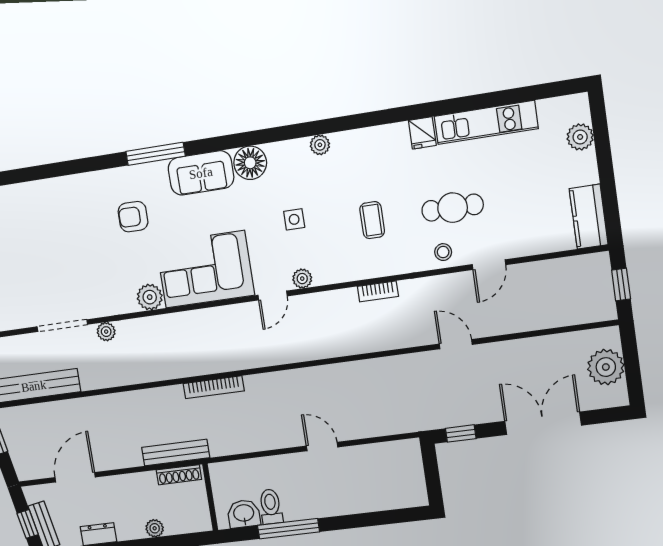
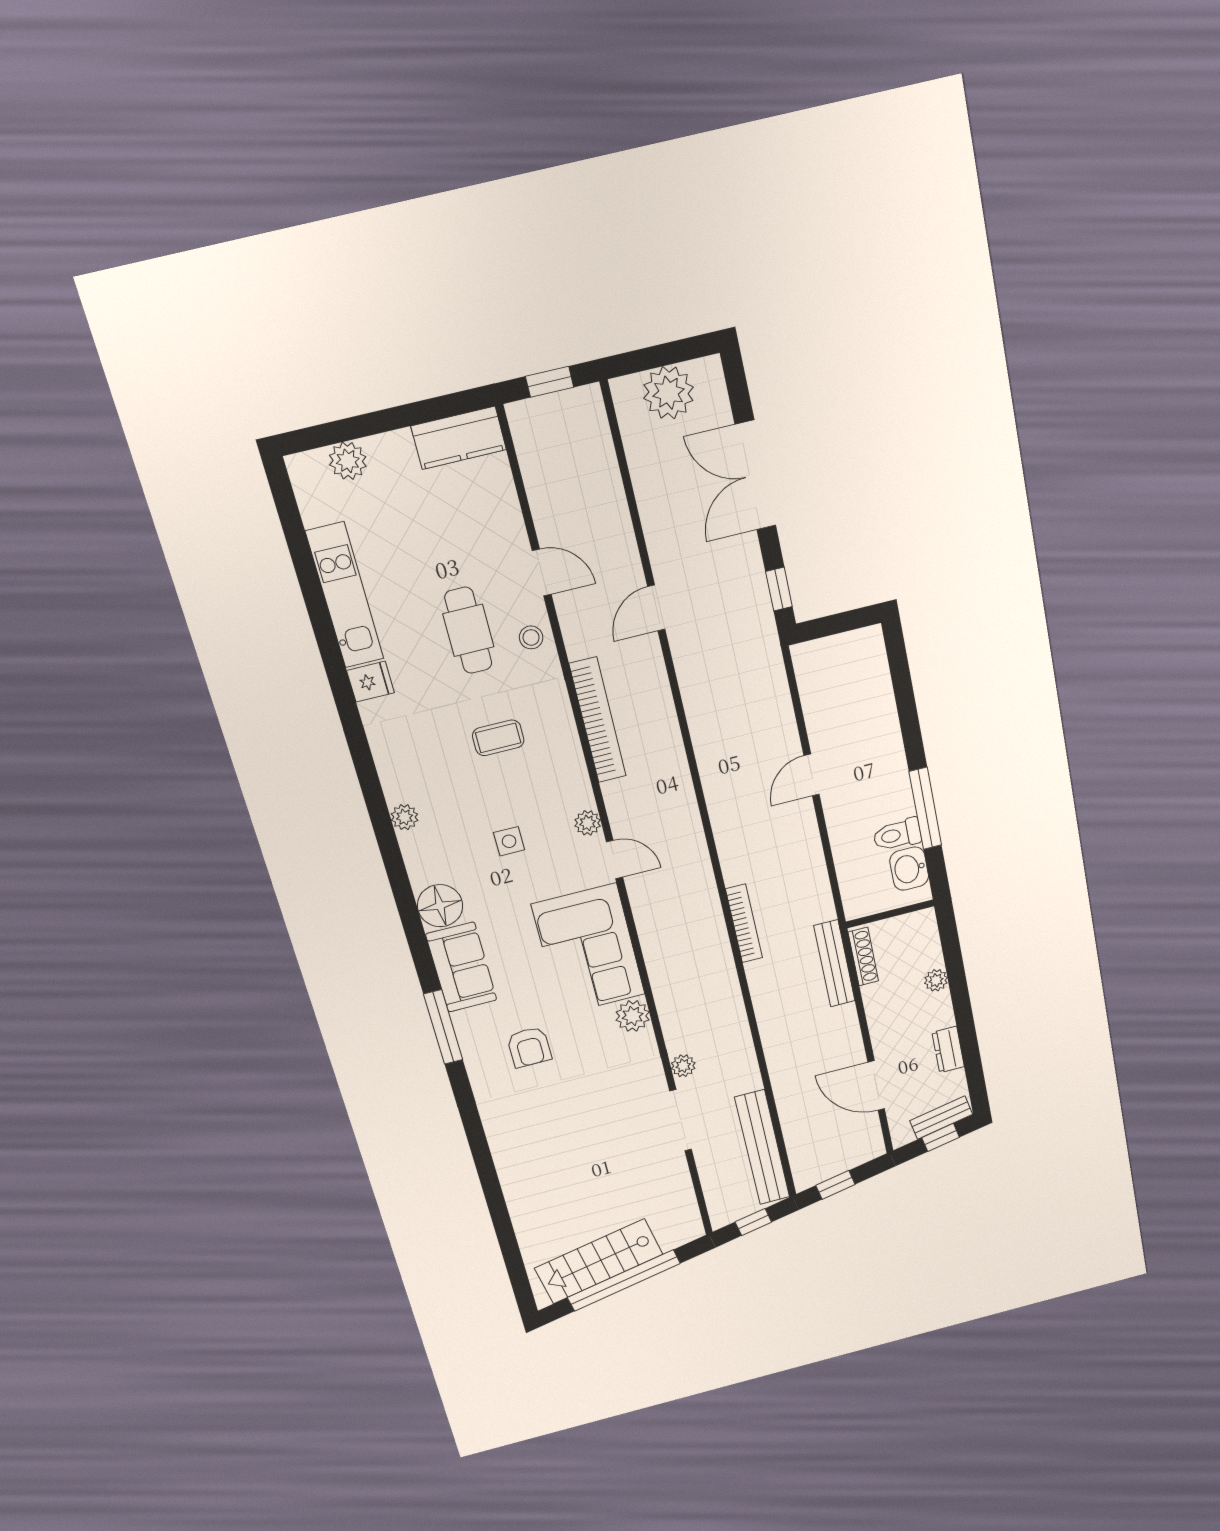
bookcase: (378, 291) -> (598, 720), width x2.31, depth x1.31

